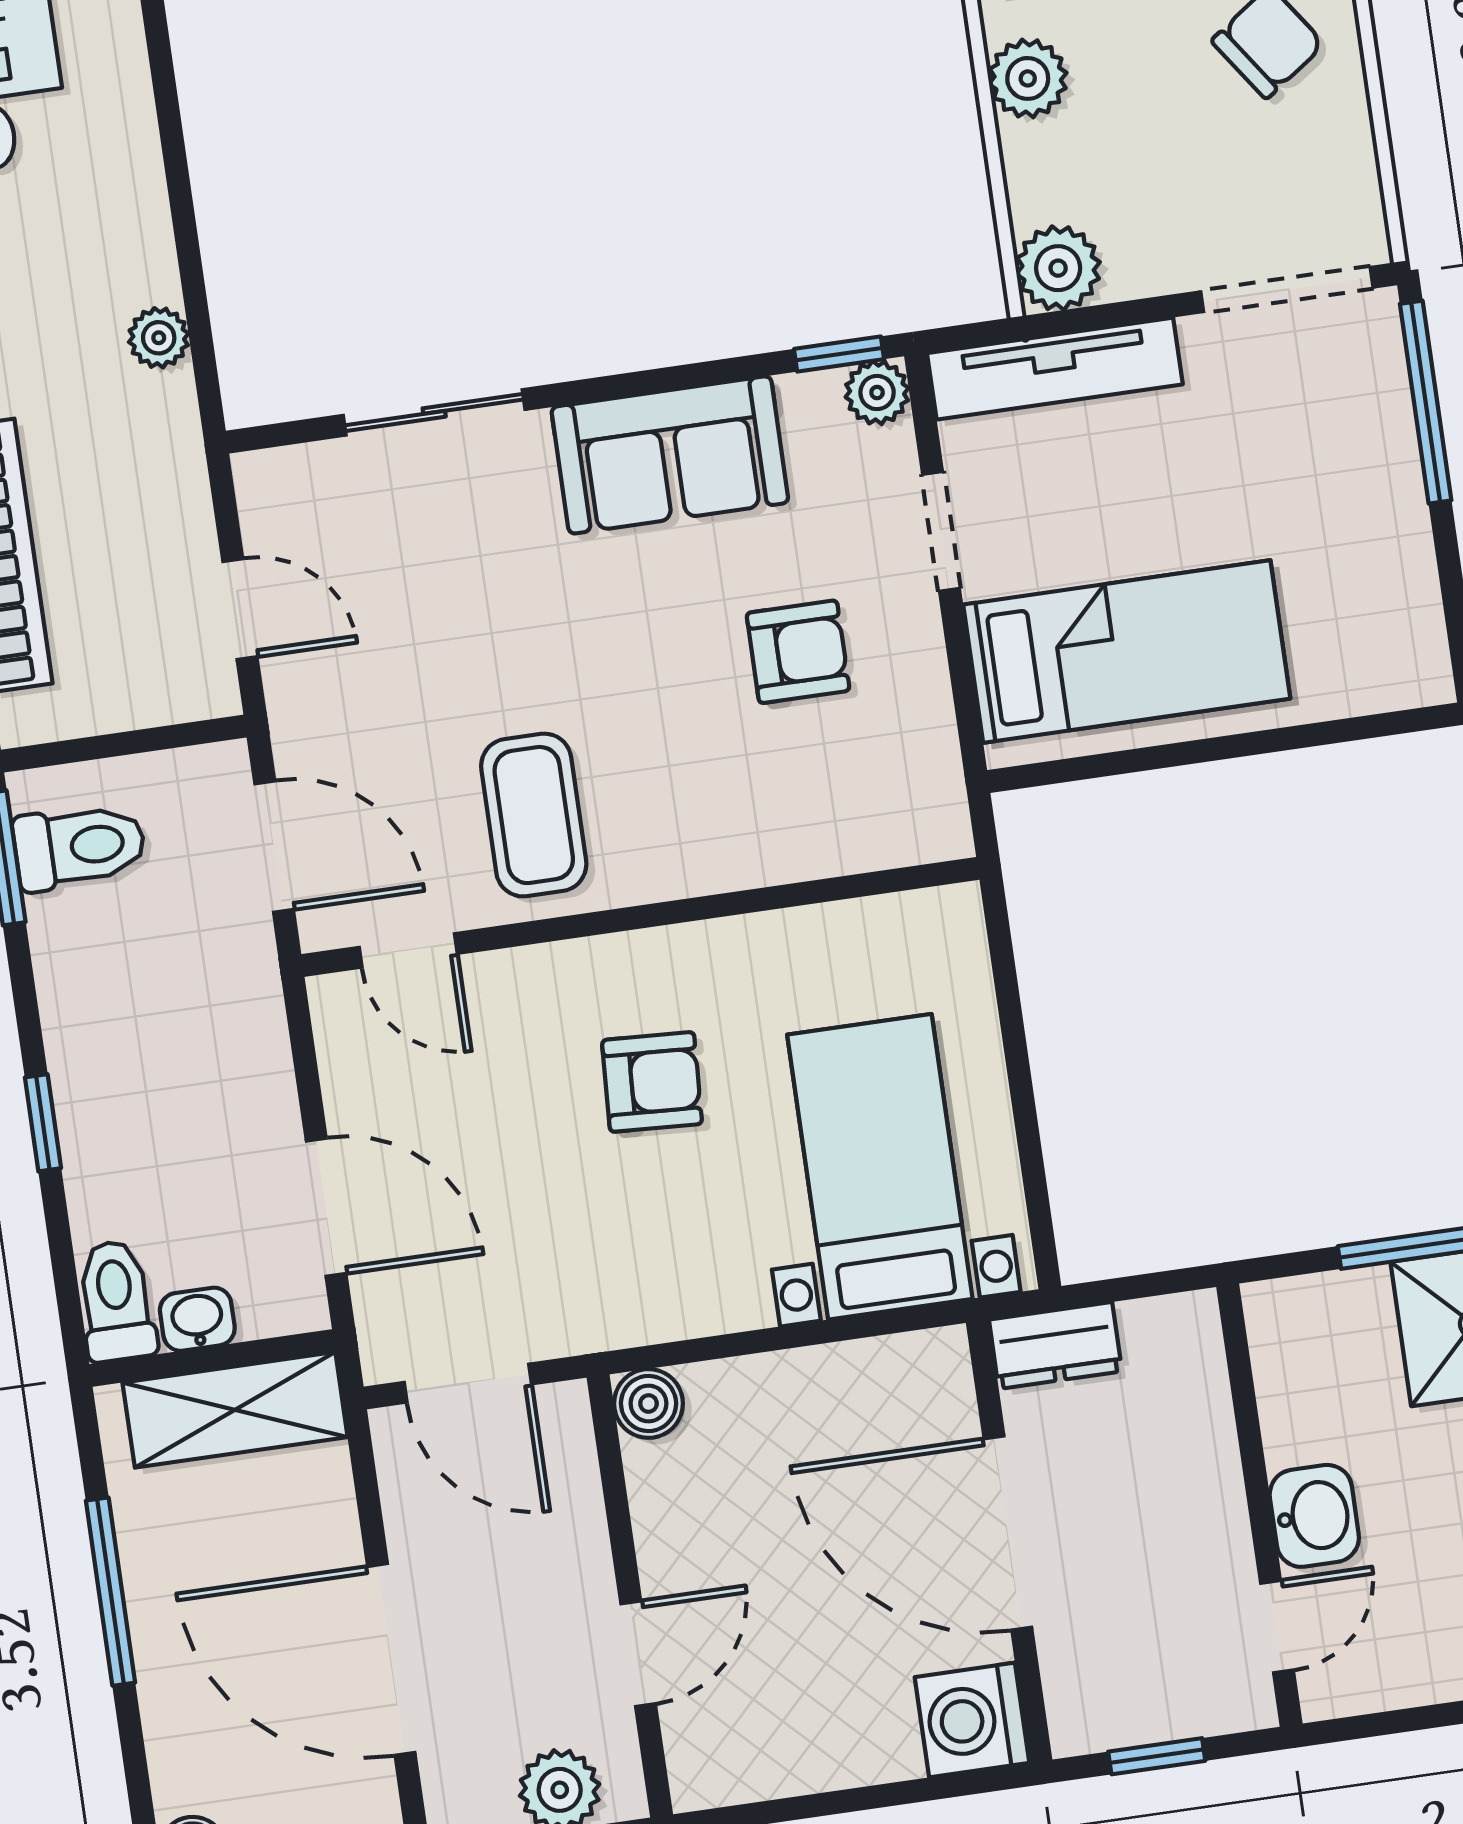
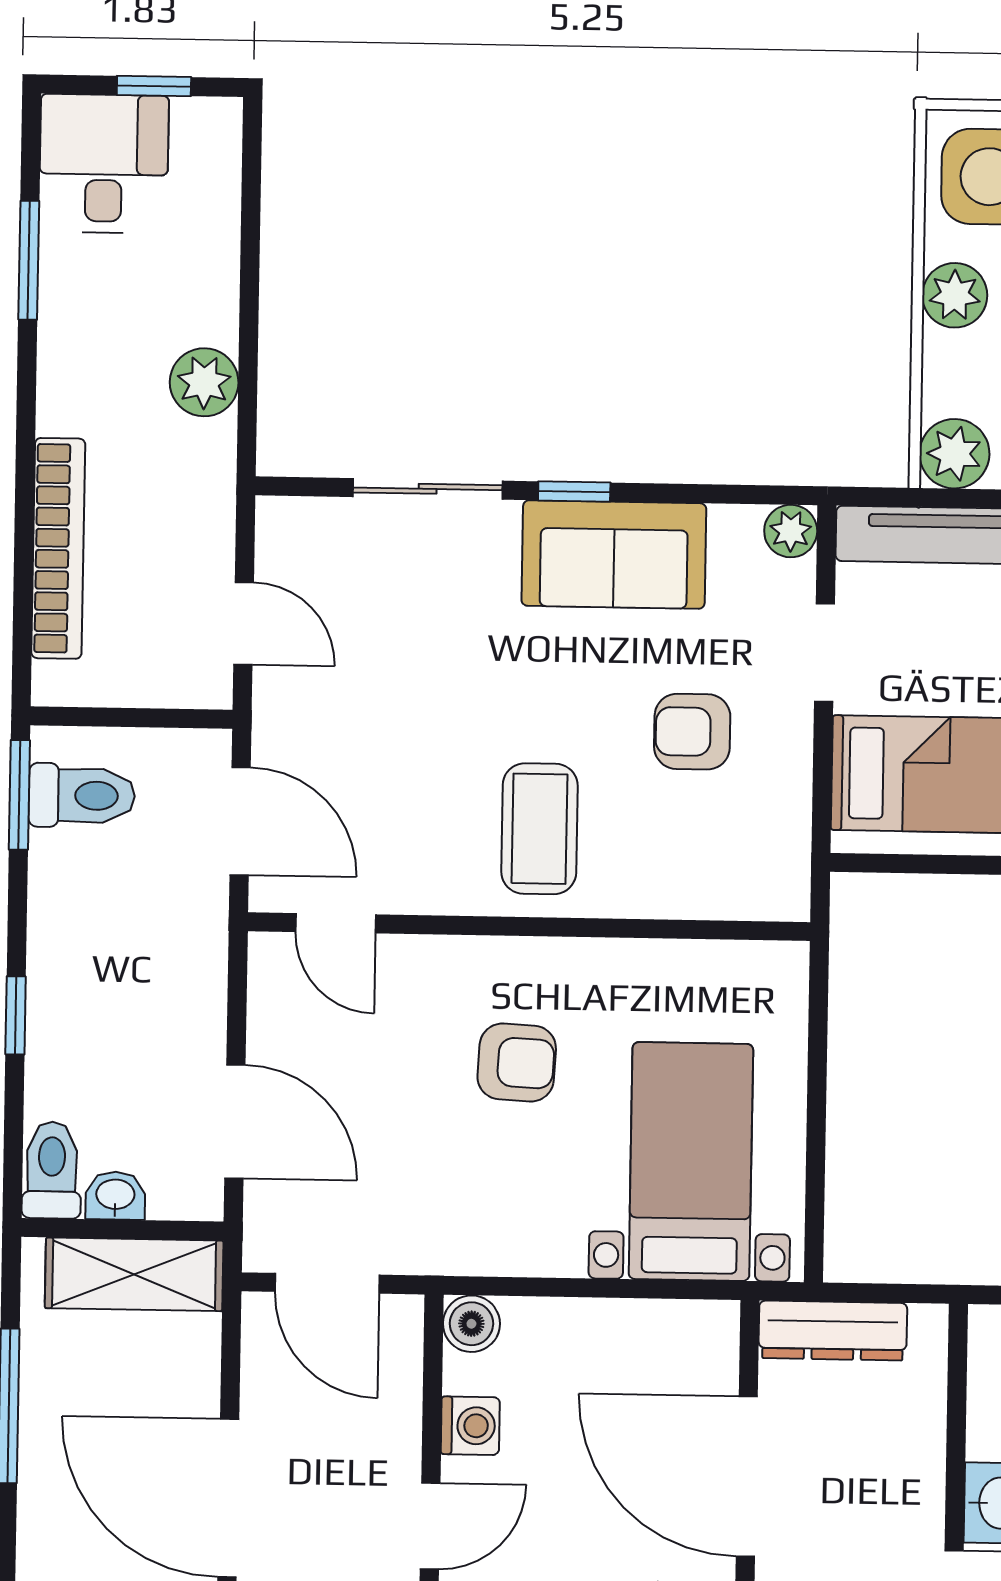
plant: (159, 338) -> (204, 382), width x1.38, depth x1.38
window: (839, 354) -> (574, 491), moved
armchair: (798, 652) -> (692, 732), turned 180
coffee table: (534, 815) -> (539, 829), moved
dresser: (1055, 1345) -> (833, 1331), width x1.44
washing machine: (667, 1526) -> (470, 1426), added

